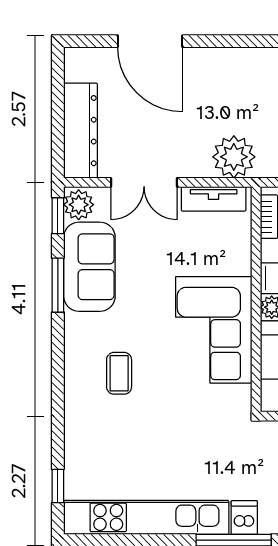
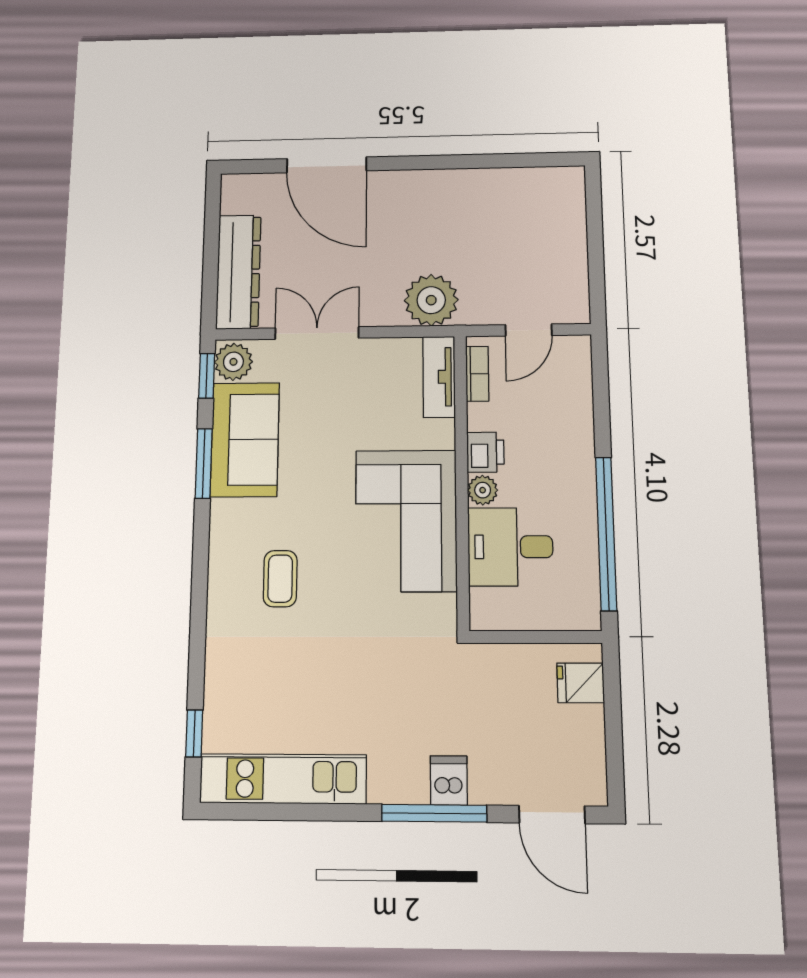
double door: (144, 182) -> (317, 333), swing flipped
tv unit: (214, 199) -> (439, 377), moved, turned 90
kitchen unit: (146, 517) -> (283, 779), width x0.73

